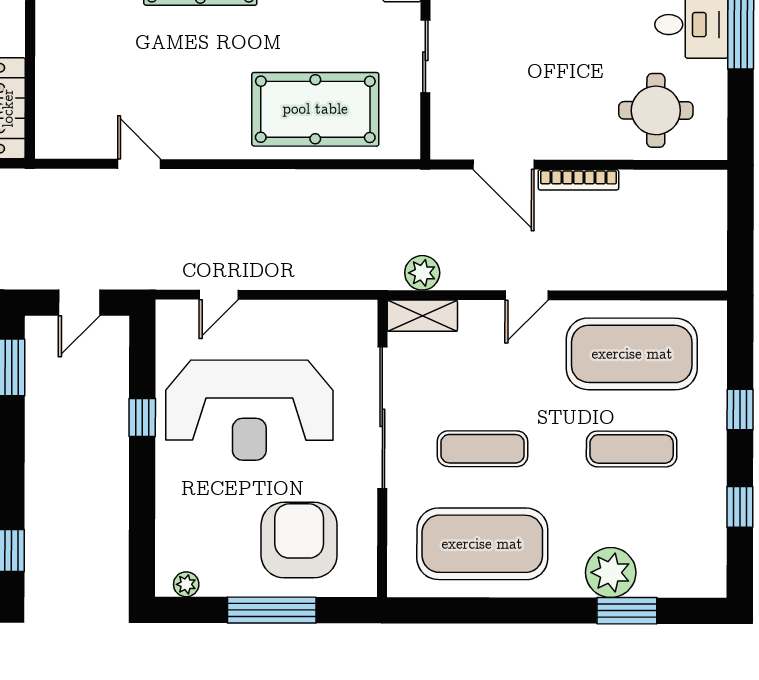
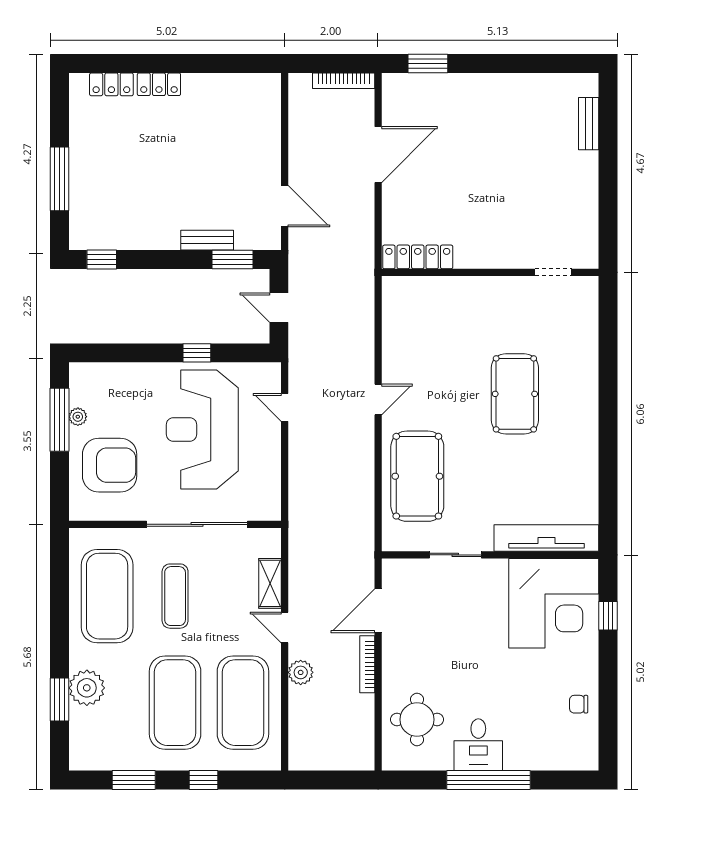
door: (139, 164) -> (378, 399), moved
plant: (422, 273) -> (301, 672), moved
shelving: (422, 316) -> (270, 583), moved
exercise mat: (632, 449) -> (175, 703), width x2.00, depth x1.45
window: (740, 507) -> (134, 780), width x1.50
plant: (186, 584) -> (78, 417), moved
window: (272, 610) -> (59, 420), moved

